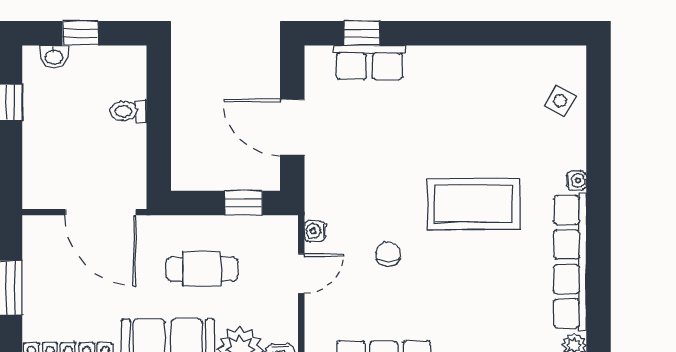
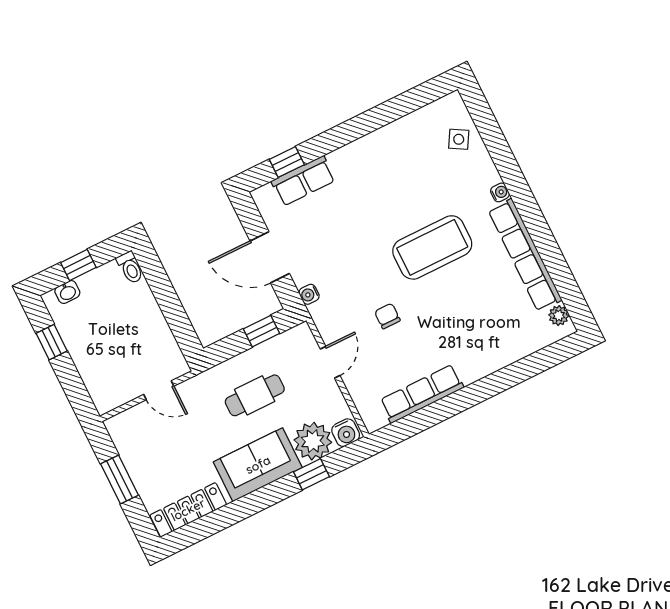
toilet: (128, 111) -> (130, 267), moved, turned -90
door: (100, 212) -> (159, 390), width x0.53
water cooler: (315, 231) -> (309, 294), moved

